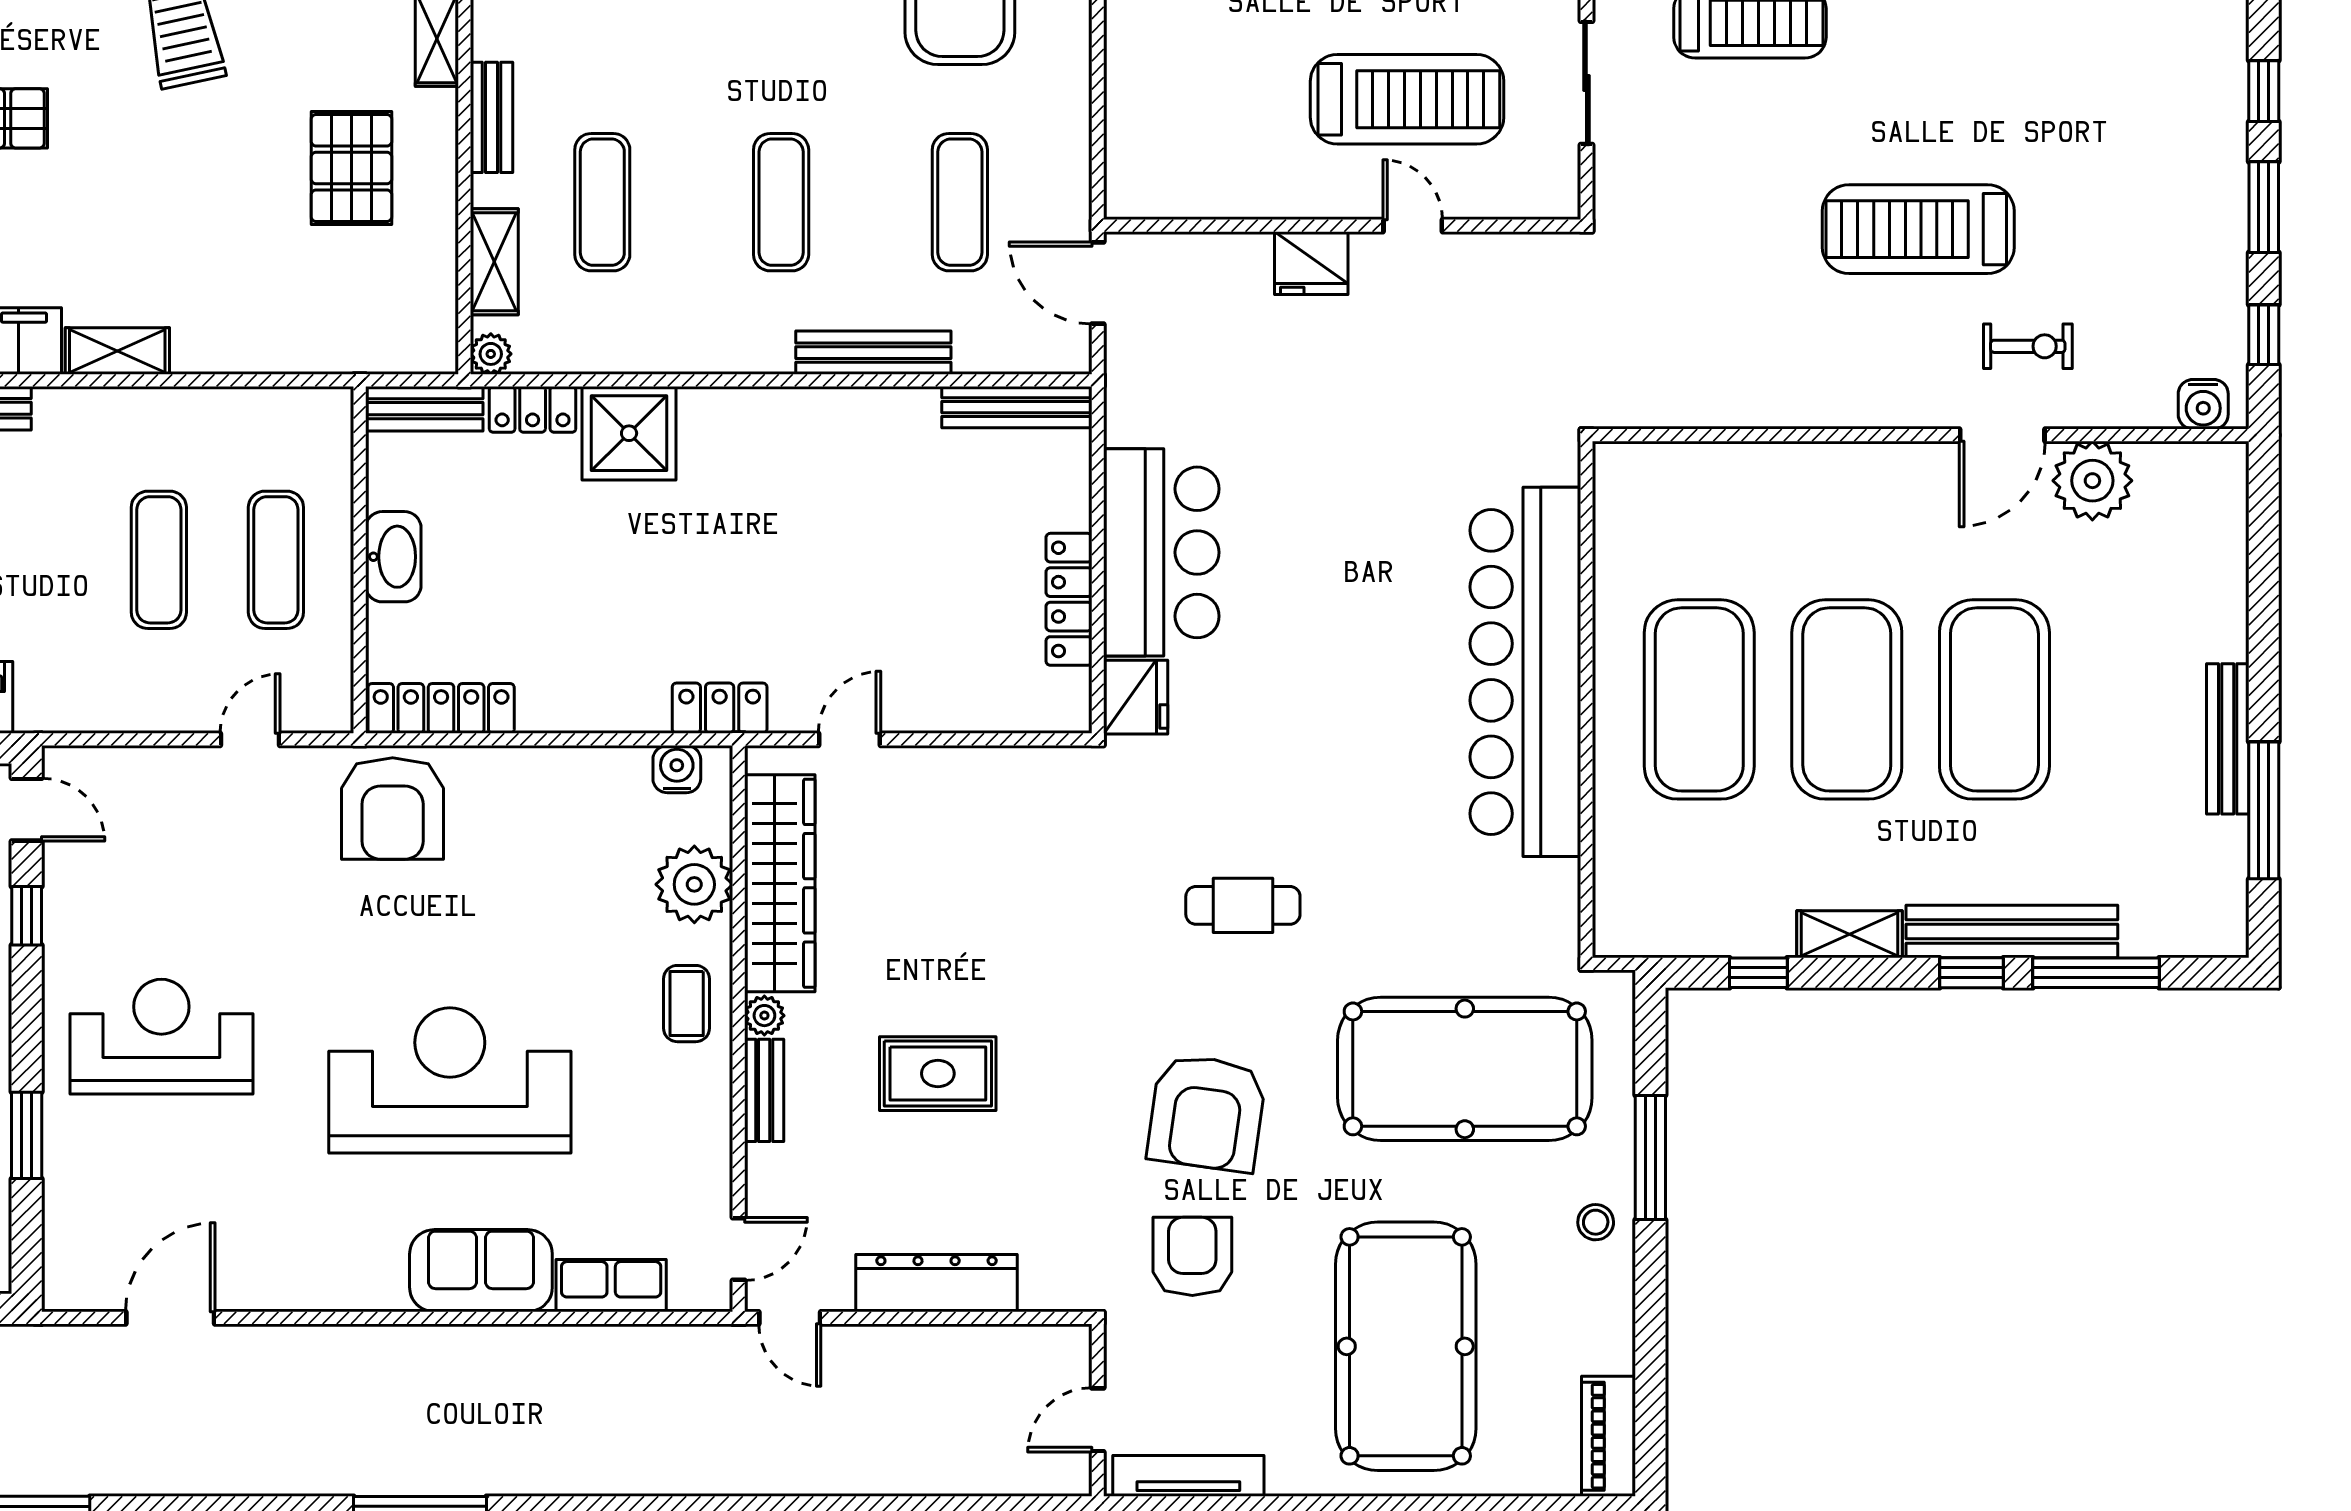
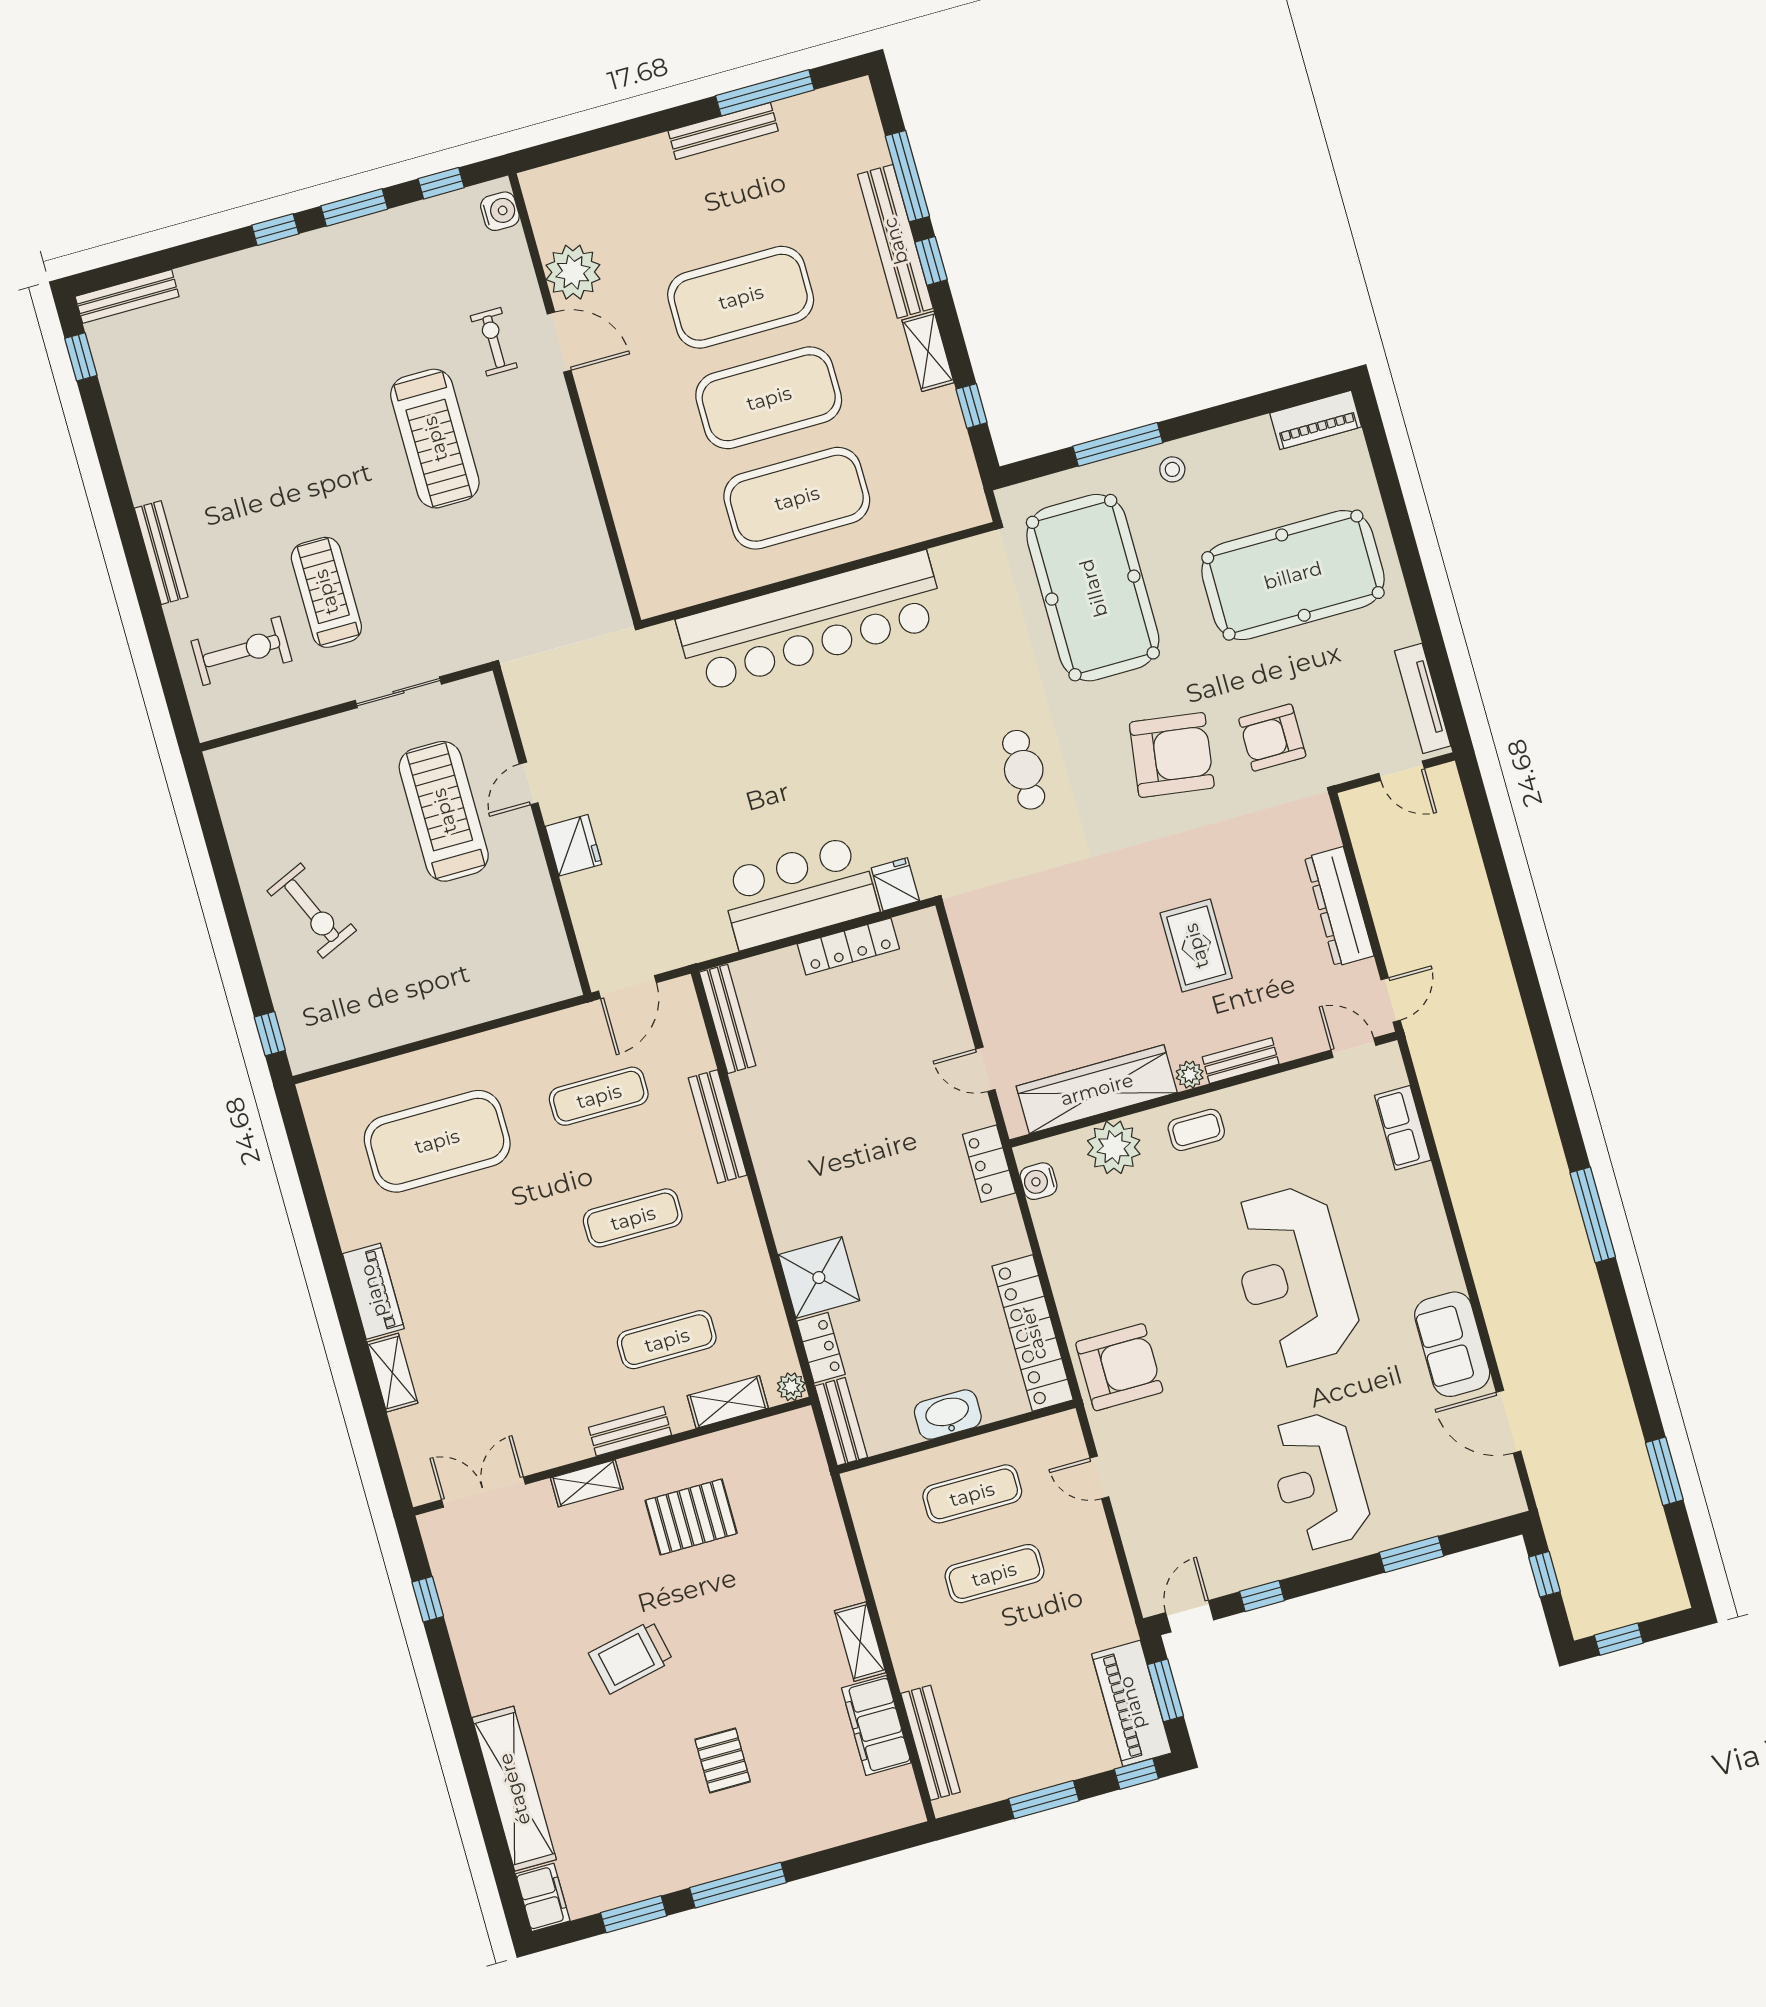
fridge: (1136, 697) -> (895, 884), width x0.72
locker: (441, 708) -> (1033, 1333), width x1.41, depth x1.21
sofa: (481, 1271) -> (1452, 1344), moved

